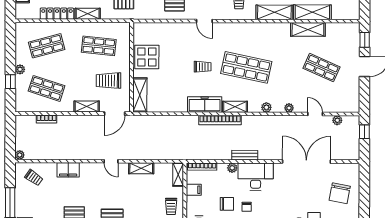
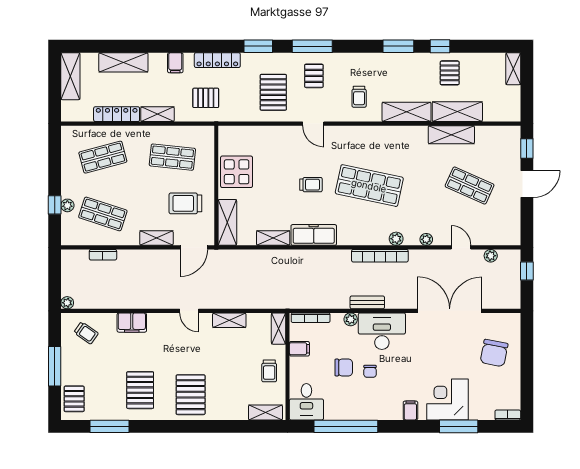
plant: (20, 69) -> (67, 205), moved
shelving: (235, 107) -> (273, 238), moved
bookcase: (220, 120) -> (380, 256), moved

